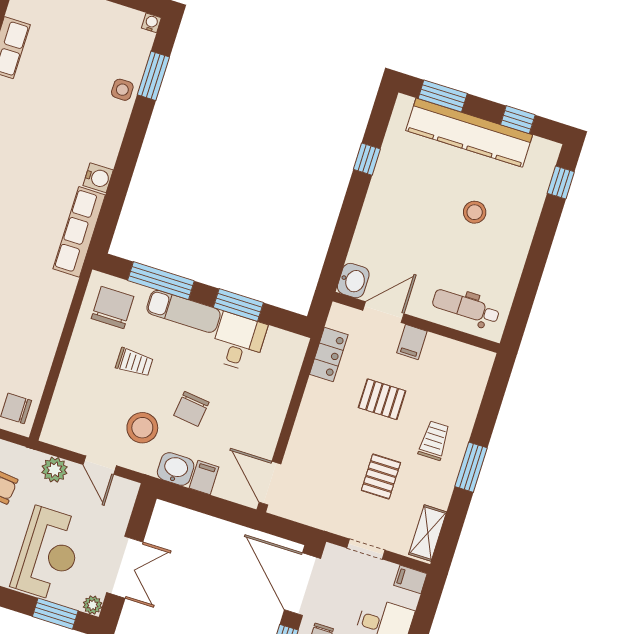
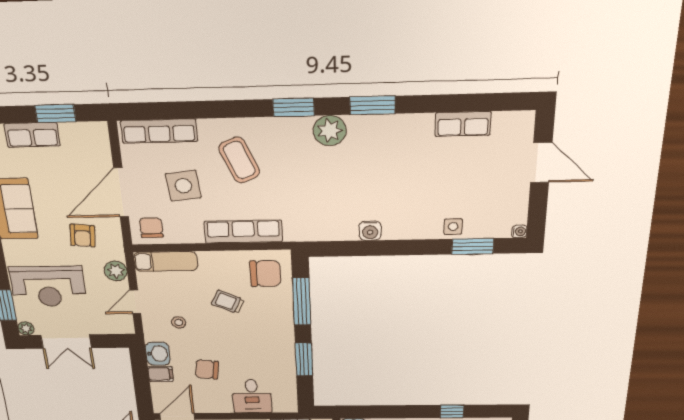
row of seats: (79, 232) -> (243, 232), moved
exam couch: (183, 311) -> (166, 261), moved, turned -90
desk: (238, 342) -> (252, 396), moved, turned 90
trolley: (134, 362) -> (228, 302), turned 115
chair: (191, 409) -> (207, 369), moved
stool: (142, 428) -> (179, 322), width x0.53, depth x0.53

